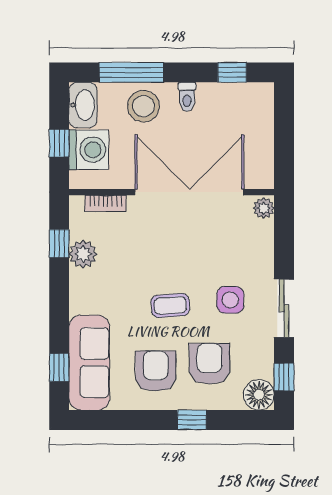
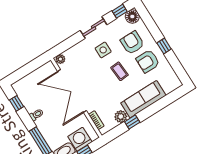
stool: (143, 106) -> (50, 129), removed
window: (59, 244) -> (132, 122), moved
sofa: (89, 363) -> (143, 99), moved
armchair: (209, 364) -> (132, 43), turned 90
window: (59, 367) -> (169, 99), removed
window: (192, 420) -> (164, 46), moved

